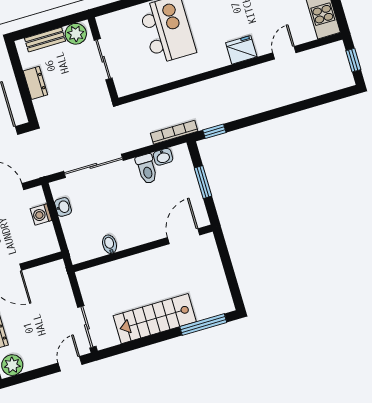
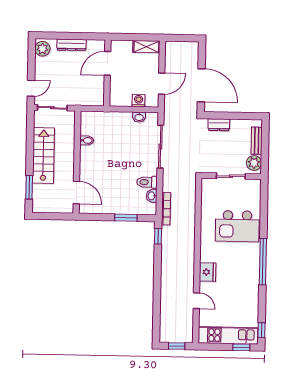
dresser: (35, 83) -> (219, 125), moved
door: (184, 236) -> (76, 193), moved
bidet: (110, 244) -> (87, 140), moved
wall: (143, 248) -> (77, 162), moved
window: (203, 324) -> (29, 187), width x0.69
door: (70, 364) -> (31, 88), hinge flipped

